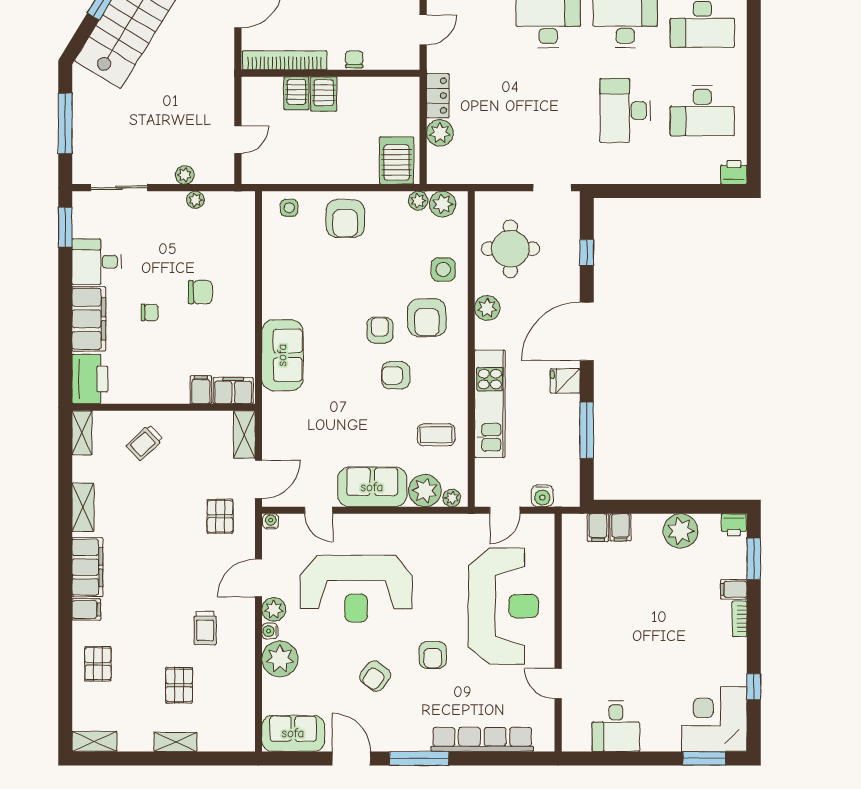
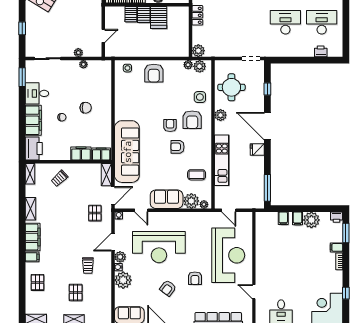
desk: (625, 111) -> (285, 22), turned 90
desk: (702, 111) -> (322, 22), turned 180
window: (65, 123) -> (22, 28), width x0.46
plant: (440, 133) -> (198, 51), moved
server rack: (397, 161) -> (159, 18), moved, turned 180
printer: (734, 172) -> (321, 51), moved
door: (587, 331) -> (267, 126), hinge flipped
sofa: (282, 355) -> (127, 152), width x1.85, depth x1.27
filing cabinet: (201, 390) -> (81, 154), width x2.00
window: (587, 430) -> (267, 188), moved
water cooler: (542, 496) -> (246, 203), removed
door: (505, 510) -> (229, 210), hinge flipped
filing cabinet: (598, 528) -> (297, 218), moved

